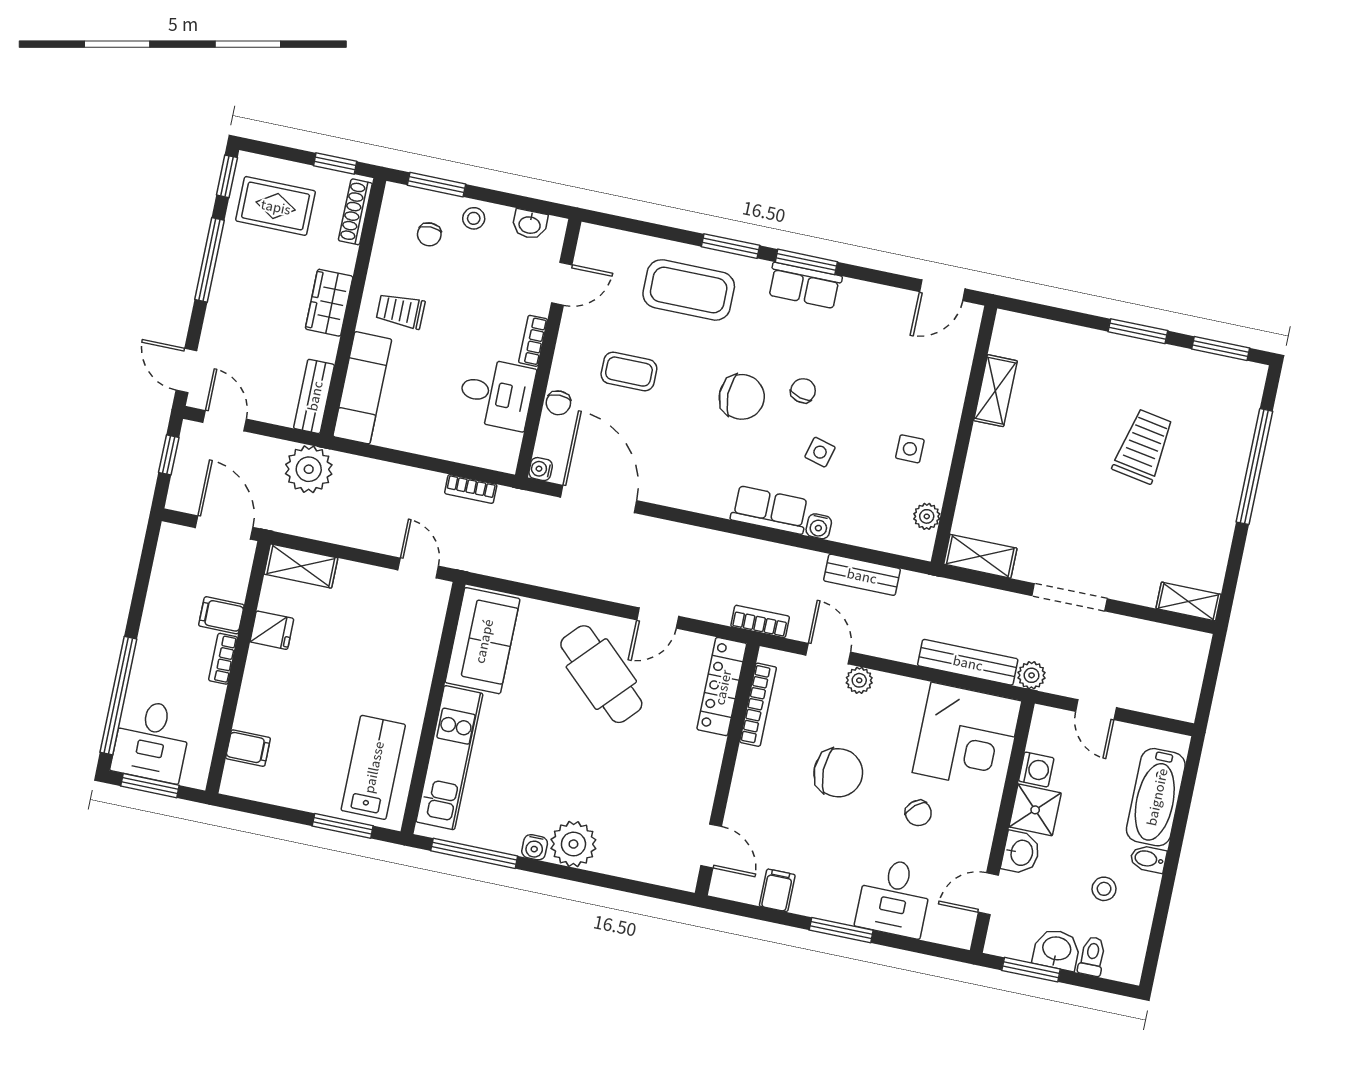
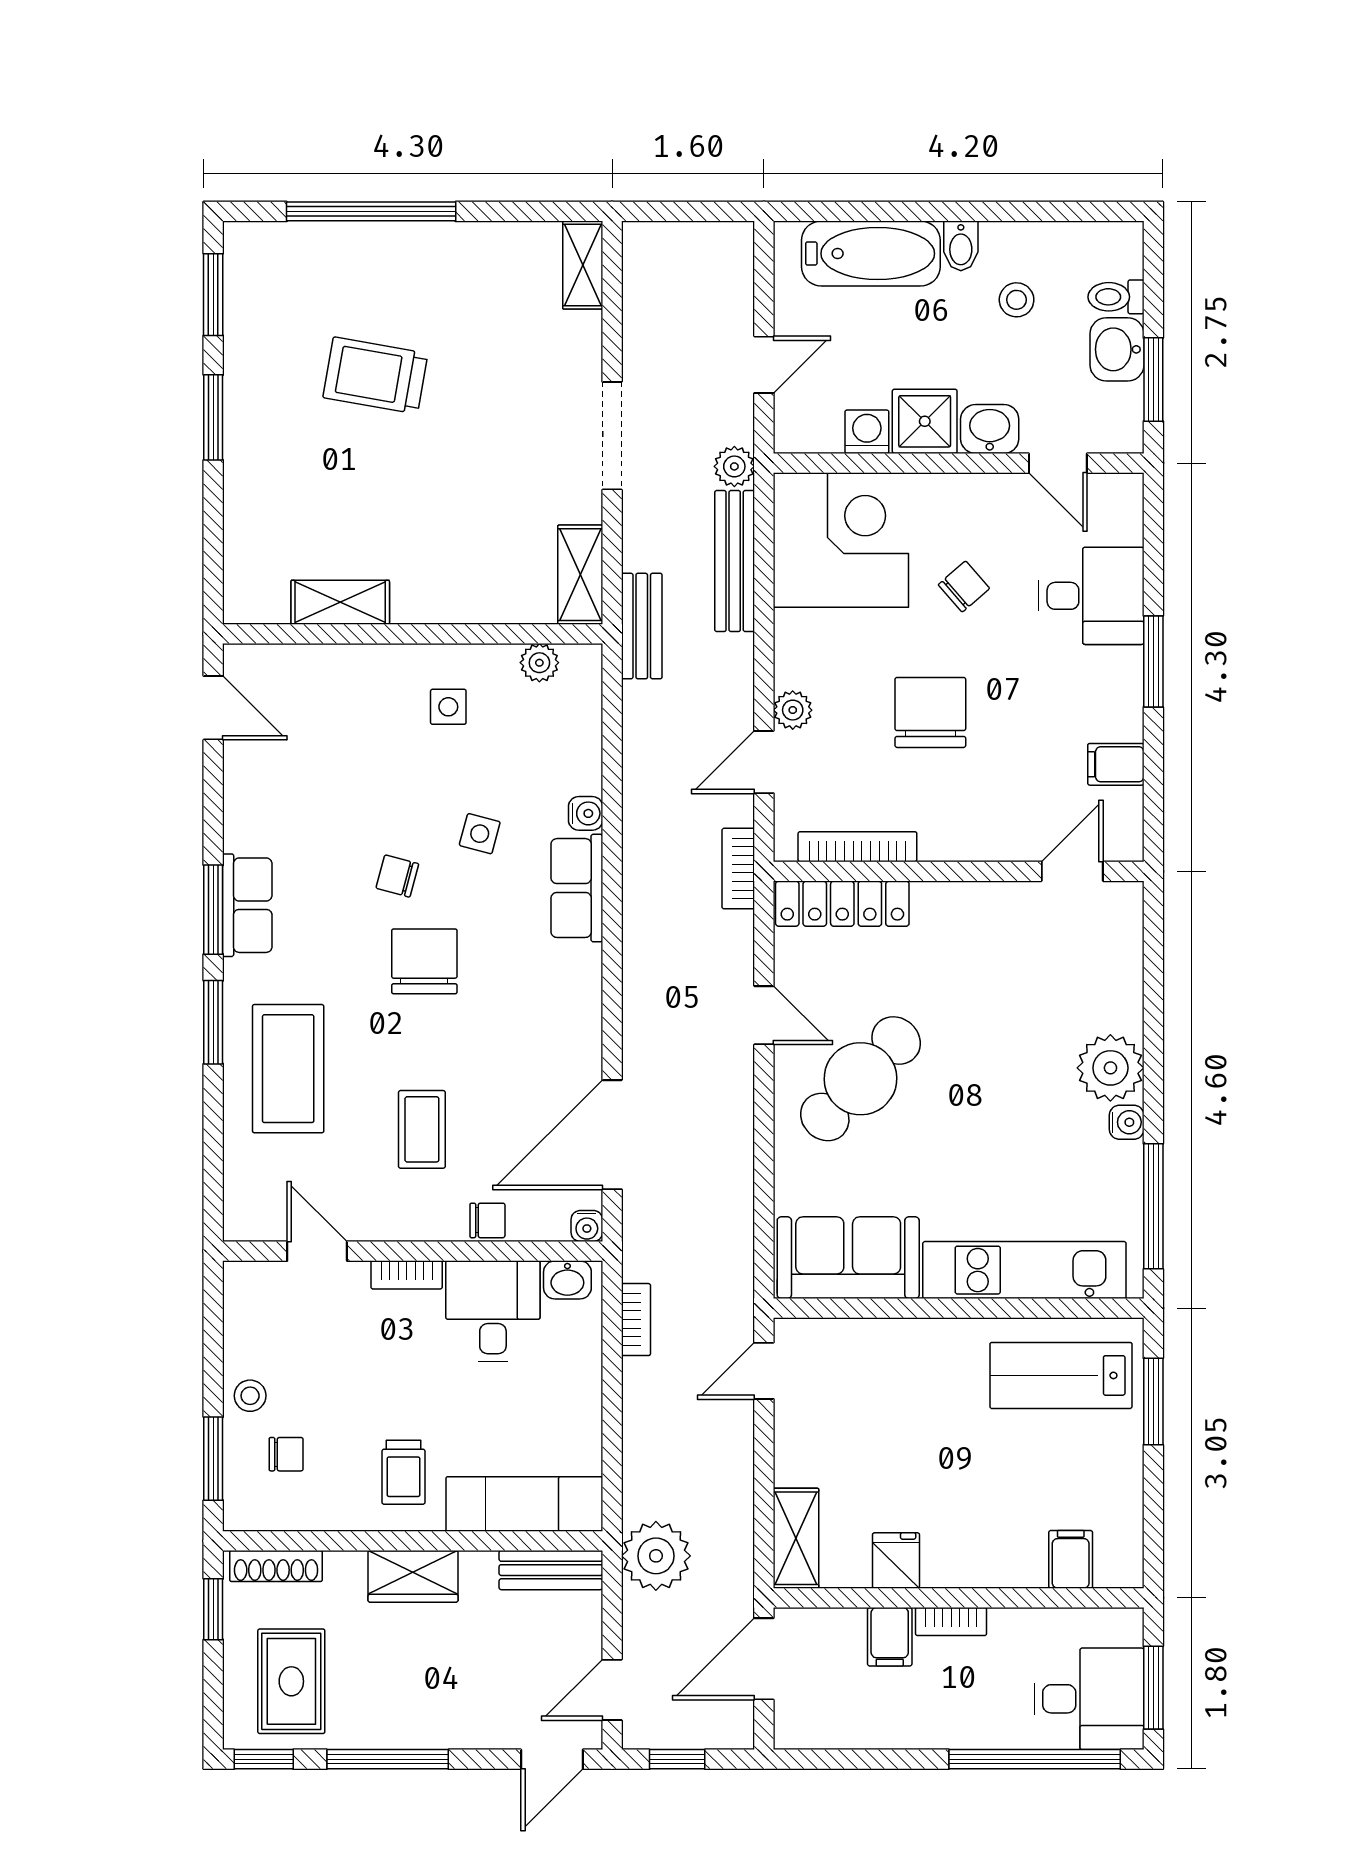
washbasin: (530, 224) -> (567, 1280), moved, turned 90
bench: (862, 575) -> (642, 626), moved

